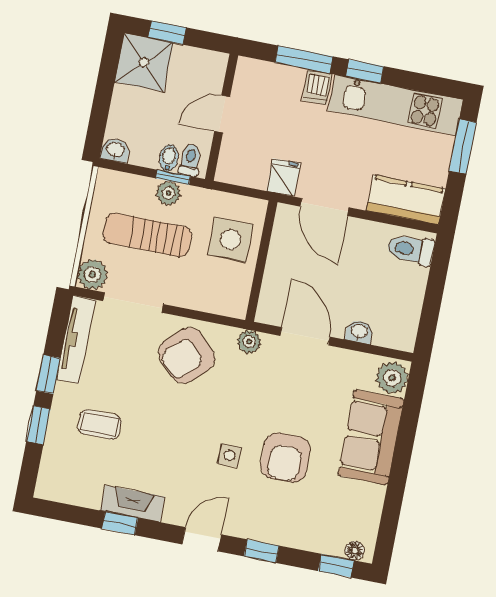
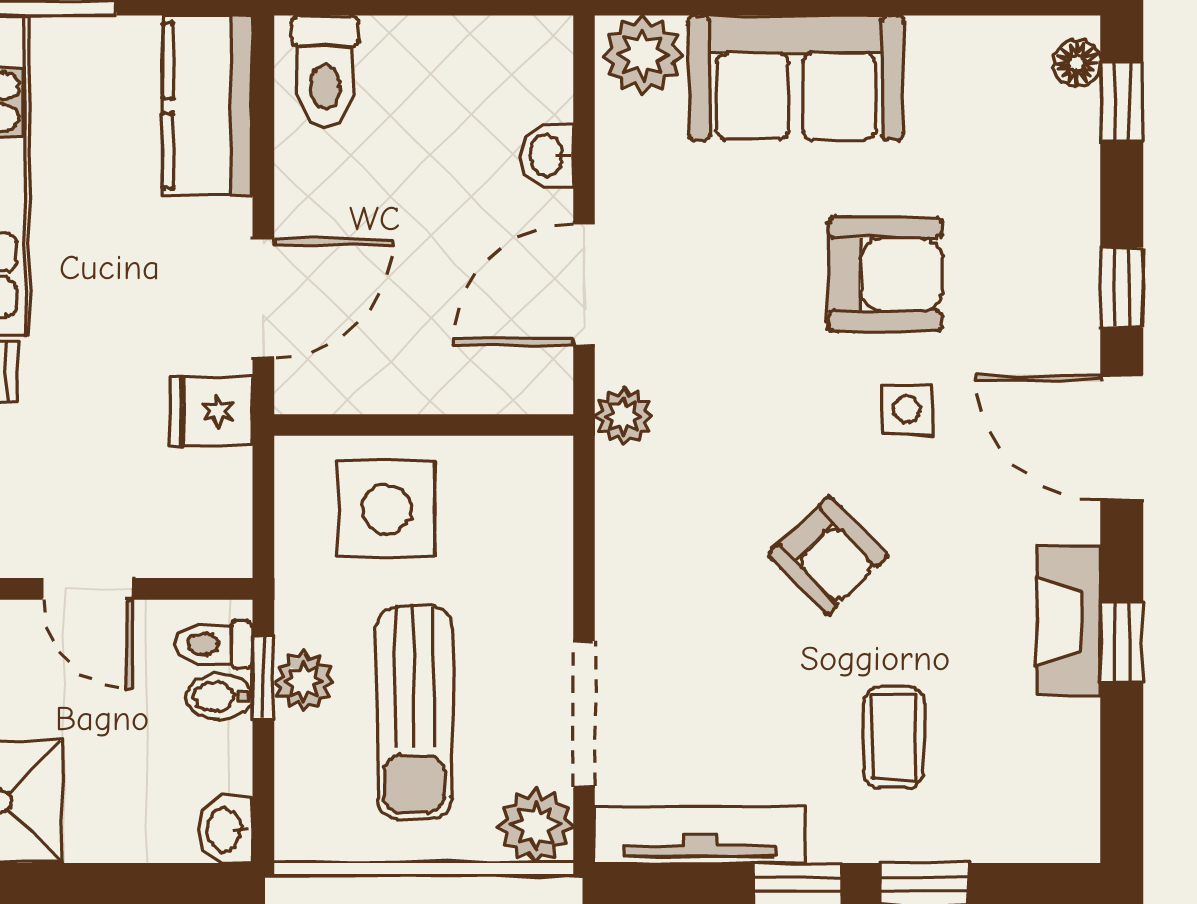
armchair: (187, 355) -> (828, 556), moved, width x0.72, depth x0.72
door: (202, 539) -> (1122, 437), width x1.38

